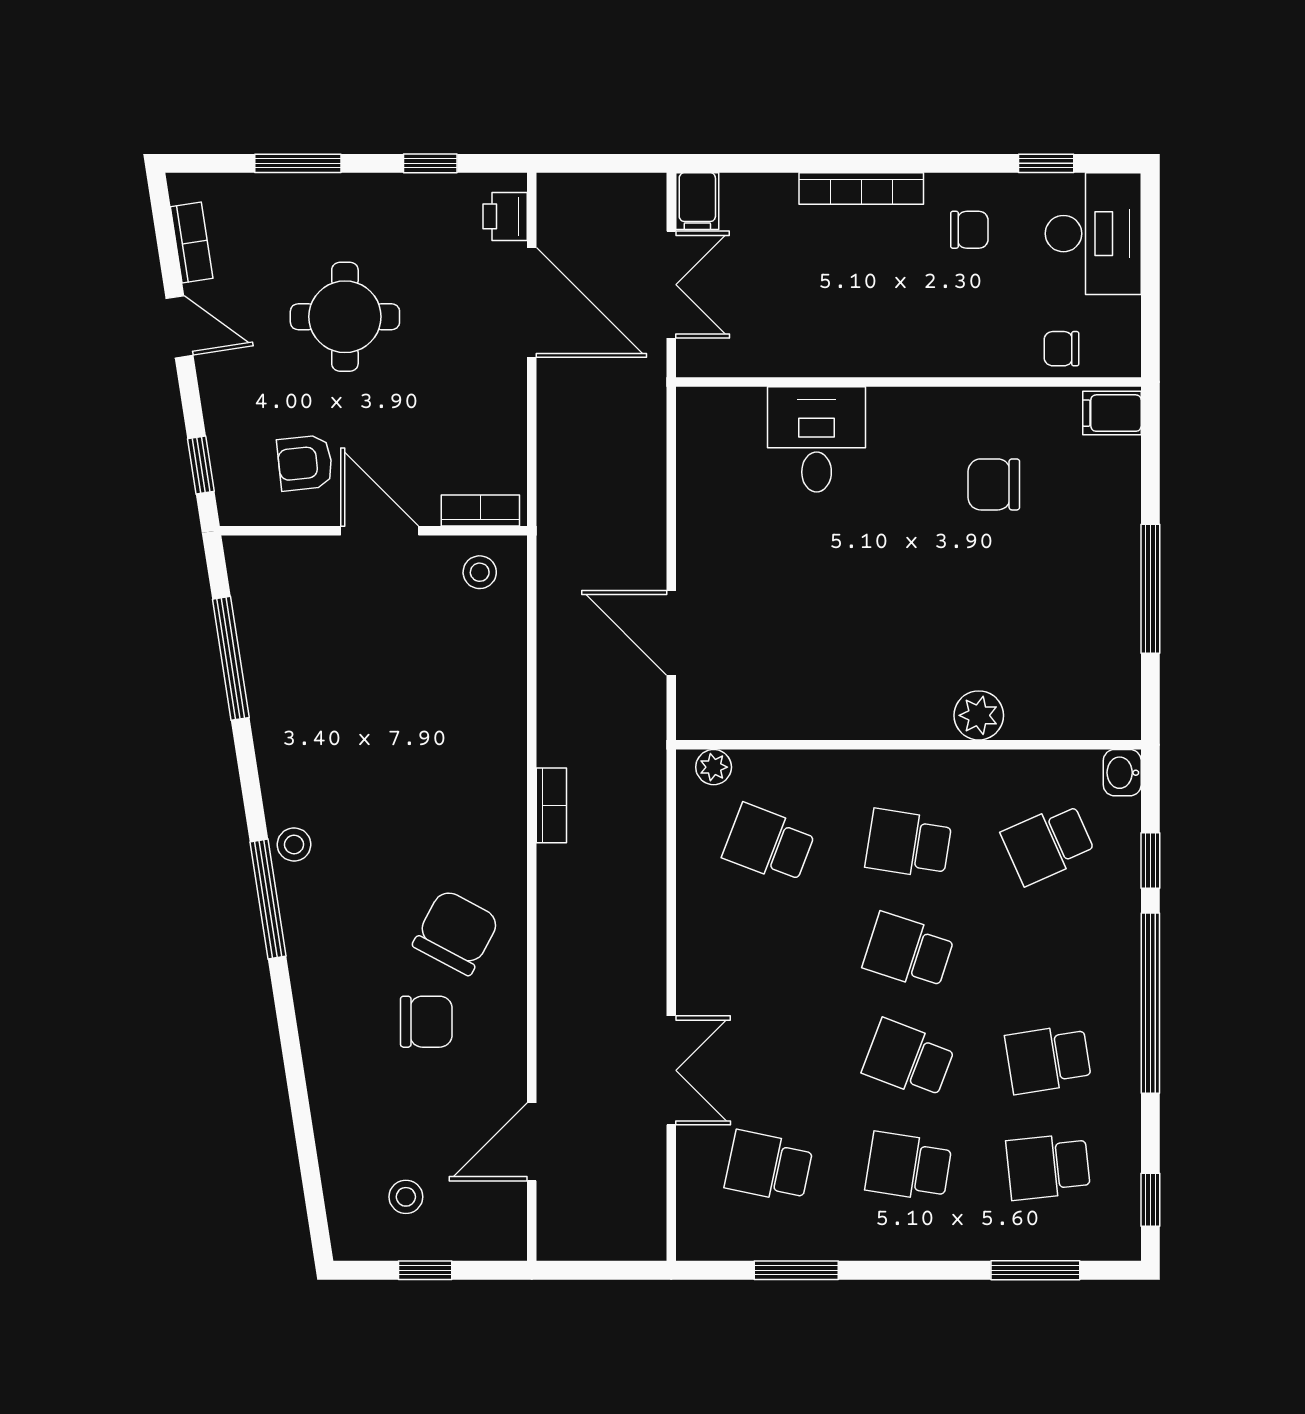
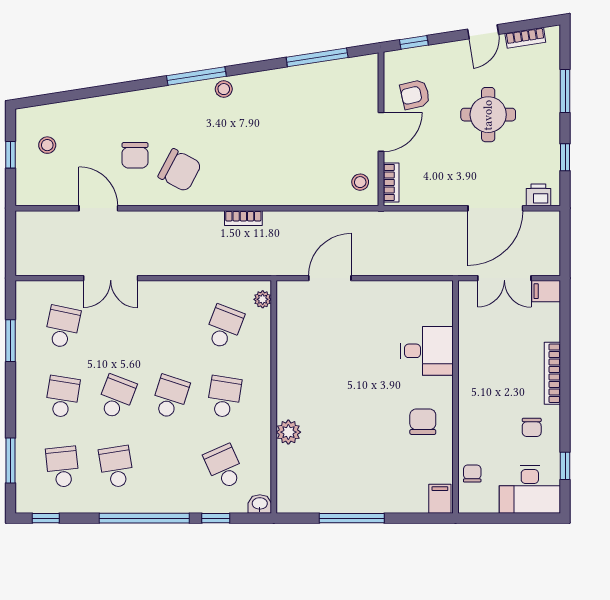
armchair: (305, 463) -> (415, 95), turned -97
chair: (994, 484) -> (423, 422), moved
door: (532, 1142) -> (98, 208), moved

